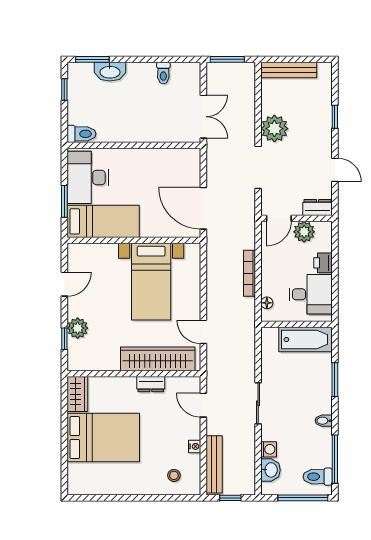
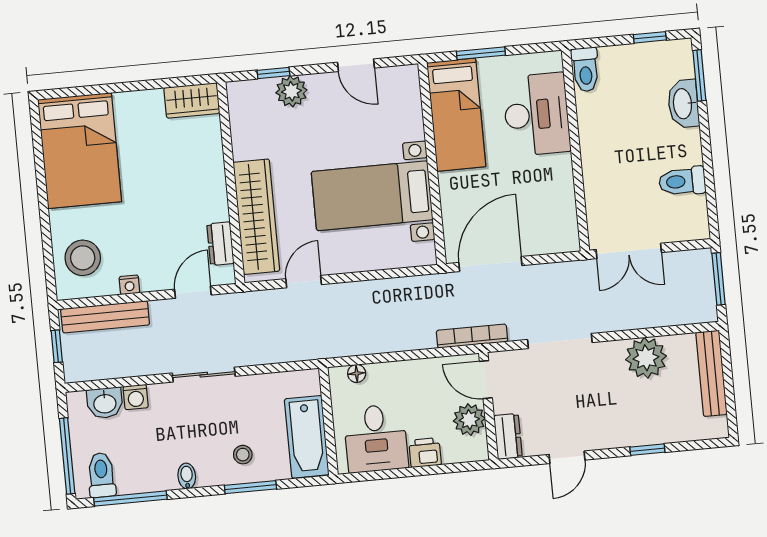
toilet: (163, 73) -> (682, 181), width x1.37, depth x1.39
plant: (274, 129) -> (646, 358), moved
desk: (88, 177) -> (537, 114), moved, turned 90
bookcase: (249, 273) -> (472, 336), moved
stool: (313, 383) -> (243, 455), added
dresser: (151, 384) -> (220, 244), moved
bed: (103, 438) -> (80, 151), moved
stool: (174, 475) -> (83, 258), width x1.89, depth x1.89

